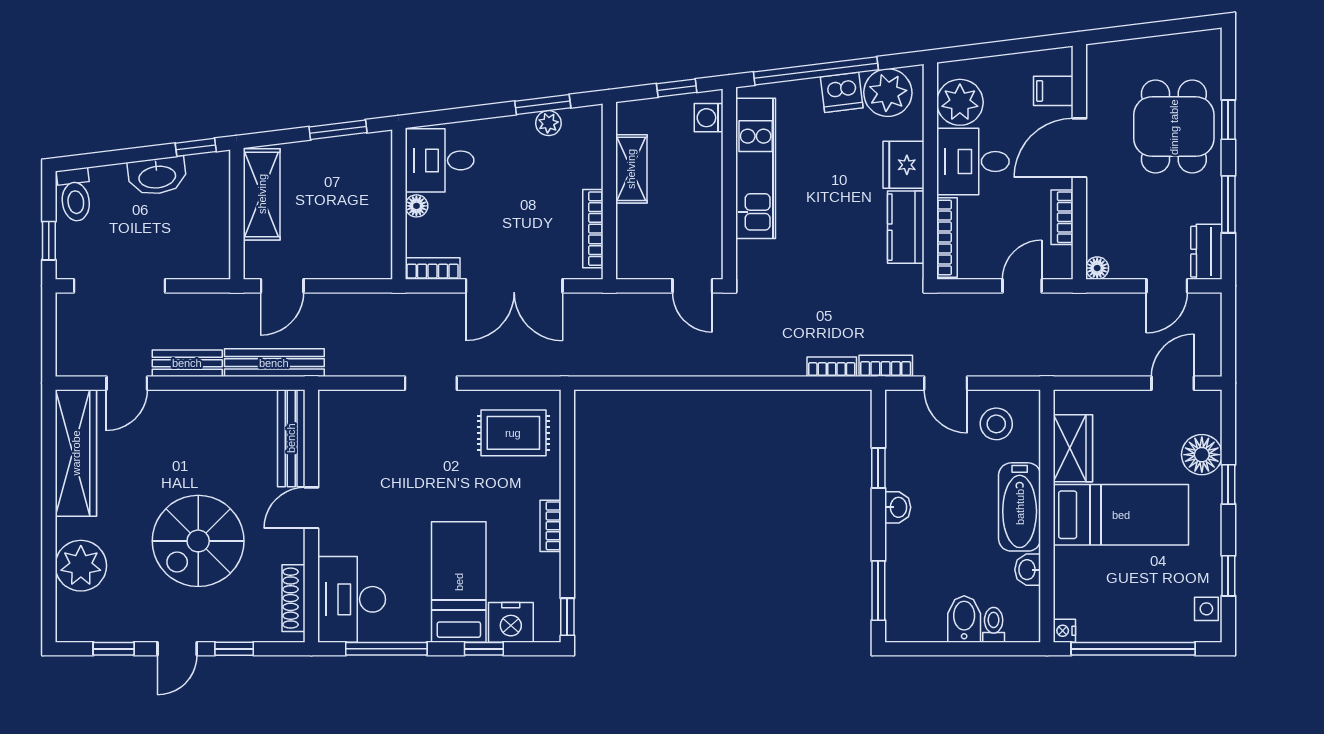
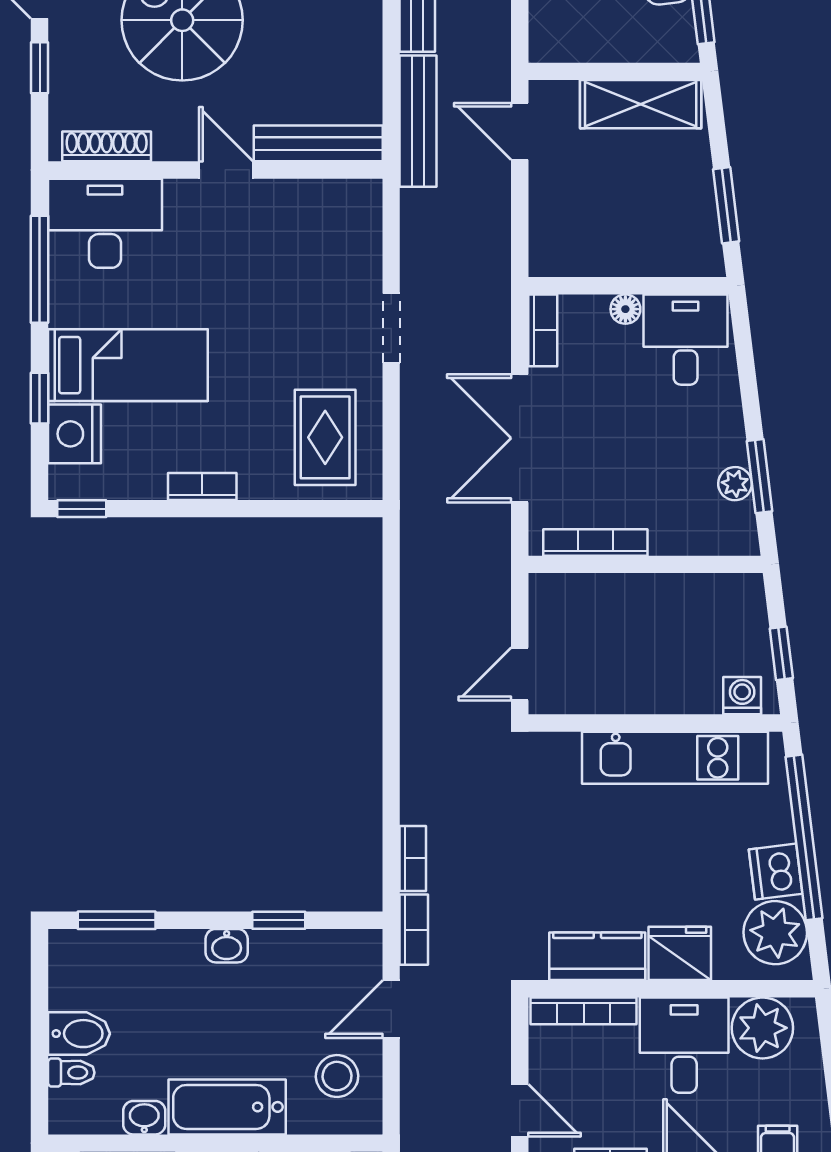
shelving: (631, 169) -> (674, 593), removed

